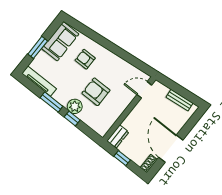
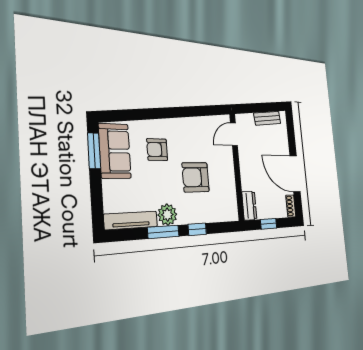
window: (38, 47) -> (94, 151), moved
plant: (75, 106) -> (167, 215), moved

